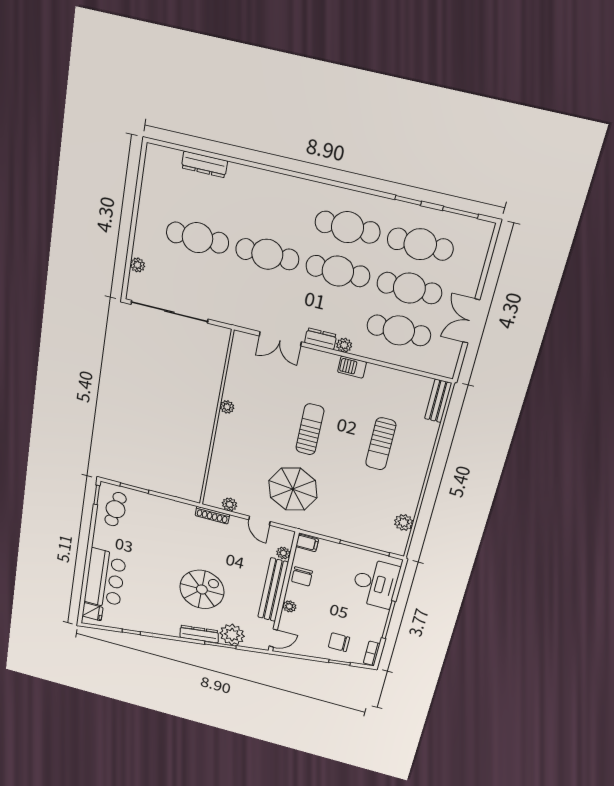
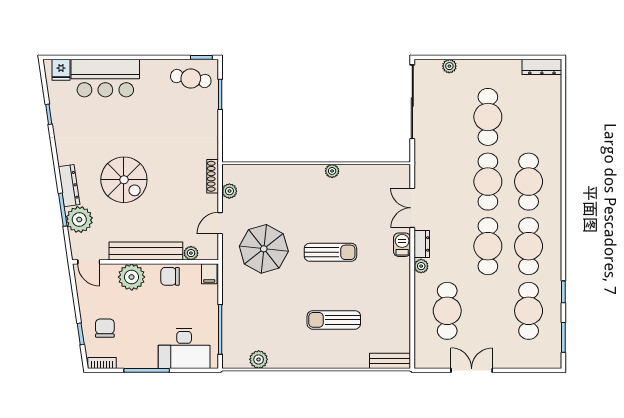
dresser: (204, 164) -> (542, 67), moved, turned -90
cafe table: (409, 288) -> (529, 182), moved
barbecue: (352, 367) -> (402, 245), moved
plant: (289, 606) -> (132, 277), width x1.88, depth x1.88

